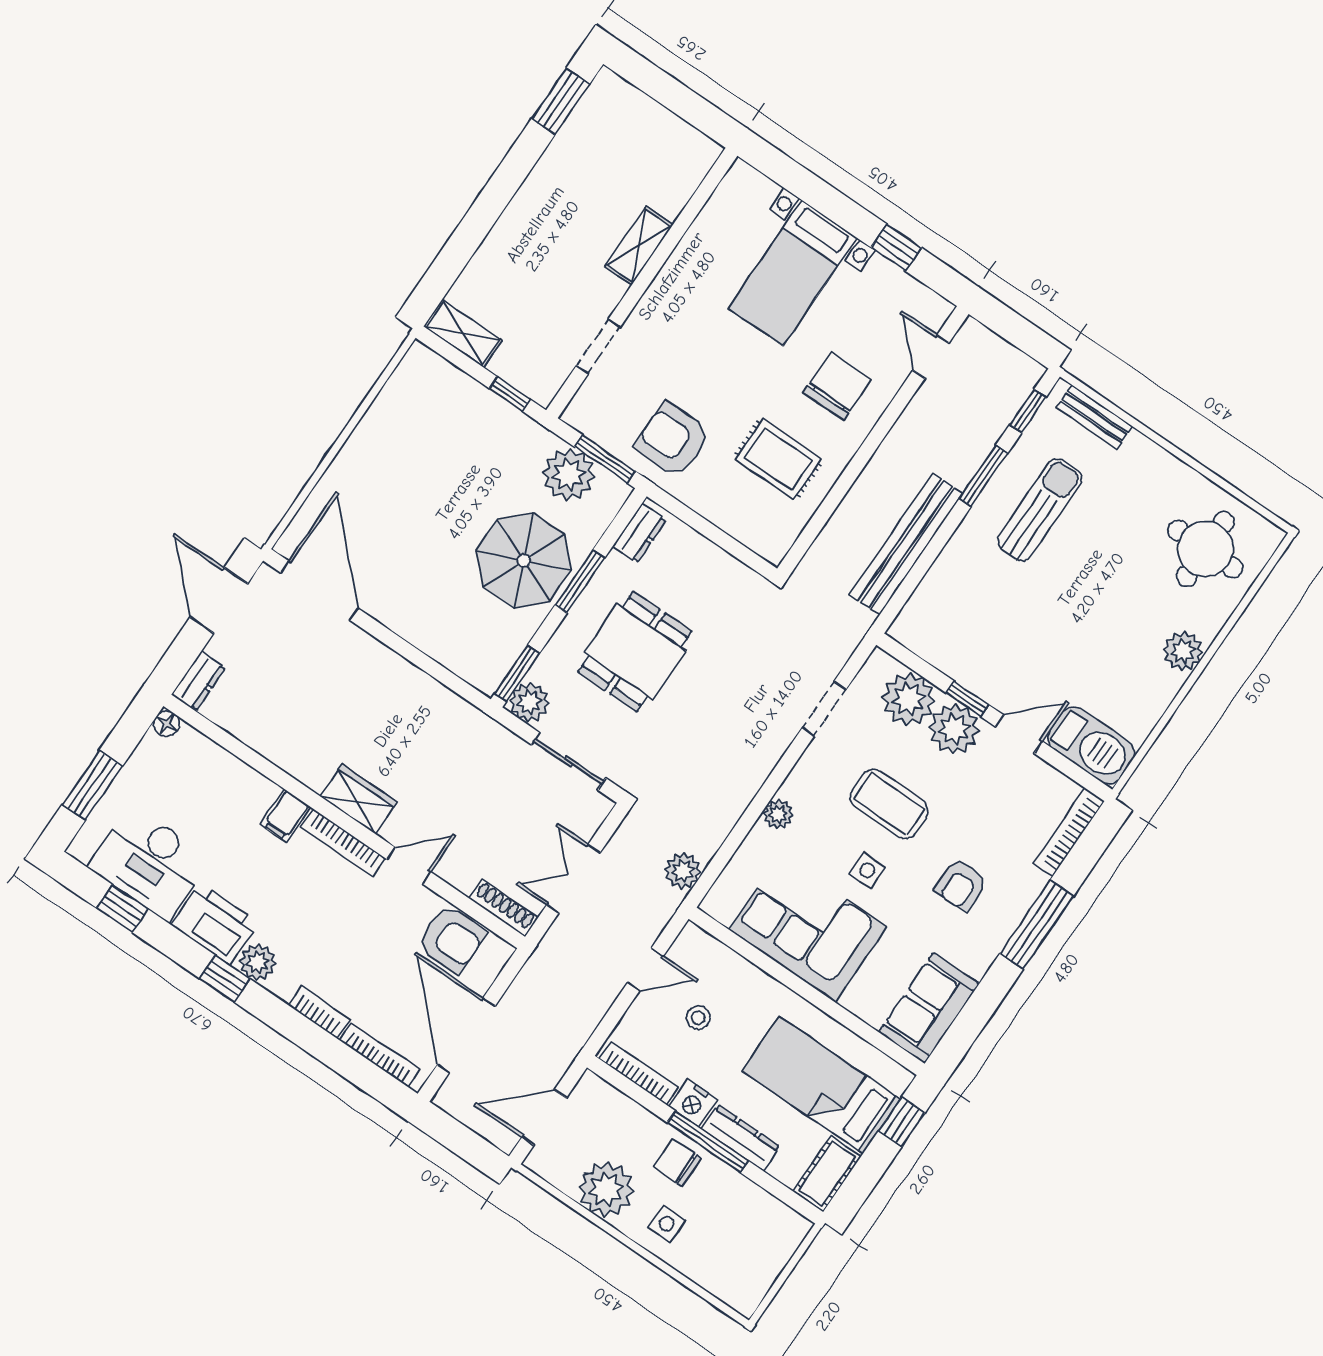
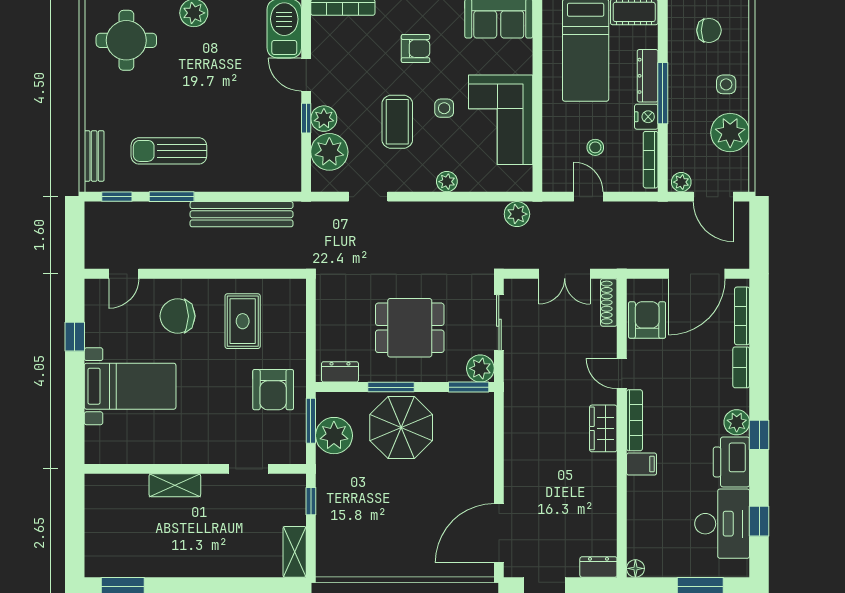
plant: (954, 729) -> (324, 119), width x0.73, depth x0.73
plant: (587, 1091) -> (681, 182), added
chair: (678, 1163) -> (709, 30), moved, turned -90

